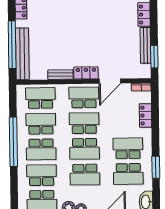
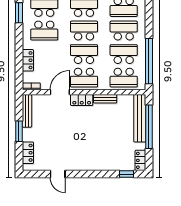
bench: (145, 45) -> (27, 111), moved
window: (154, 57) -> (19, 131), moved
school desk: (84, 123) -> (84, 54), turned 180
school desk: (41, 124) -> (124, 54), turned 180
window: (13, 142) -> (149, 61), moved

